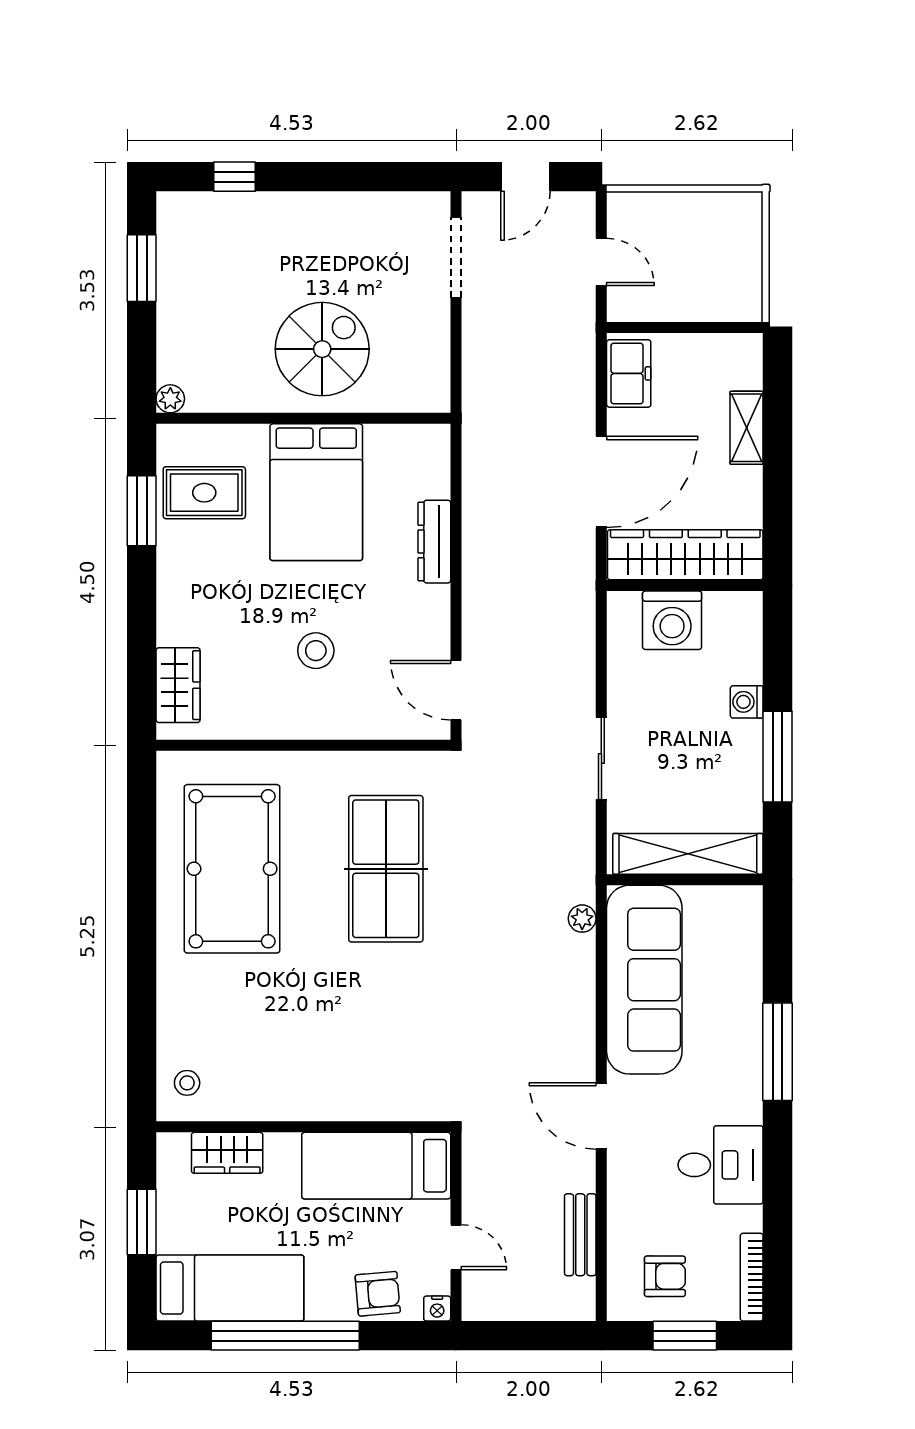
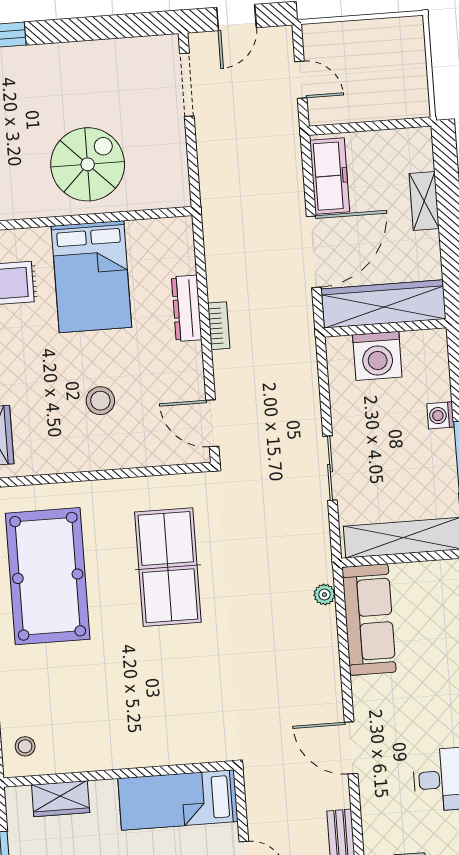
freezer: (629, 373) -> (330, 176), width x1.40
bookcase: (473, 567) -> (219, 326), added
sofa: (644, 980) -> (369, 620), width x0.74, depth x0.79

